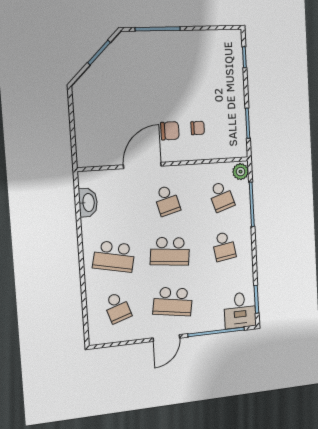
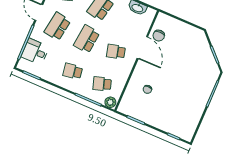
chair: (170, 131) -> (159, 36), moved
desk: (240, 310) -> (35, 52), moved

